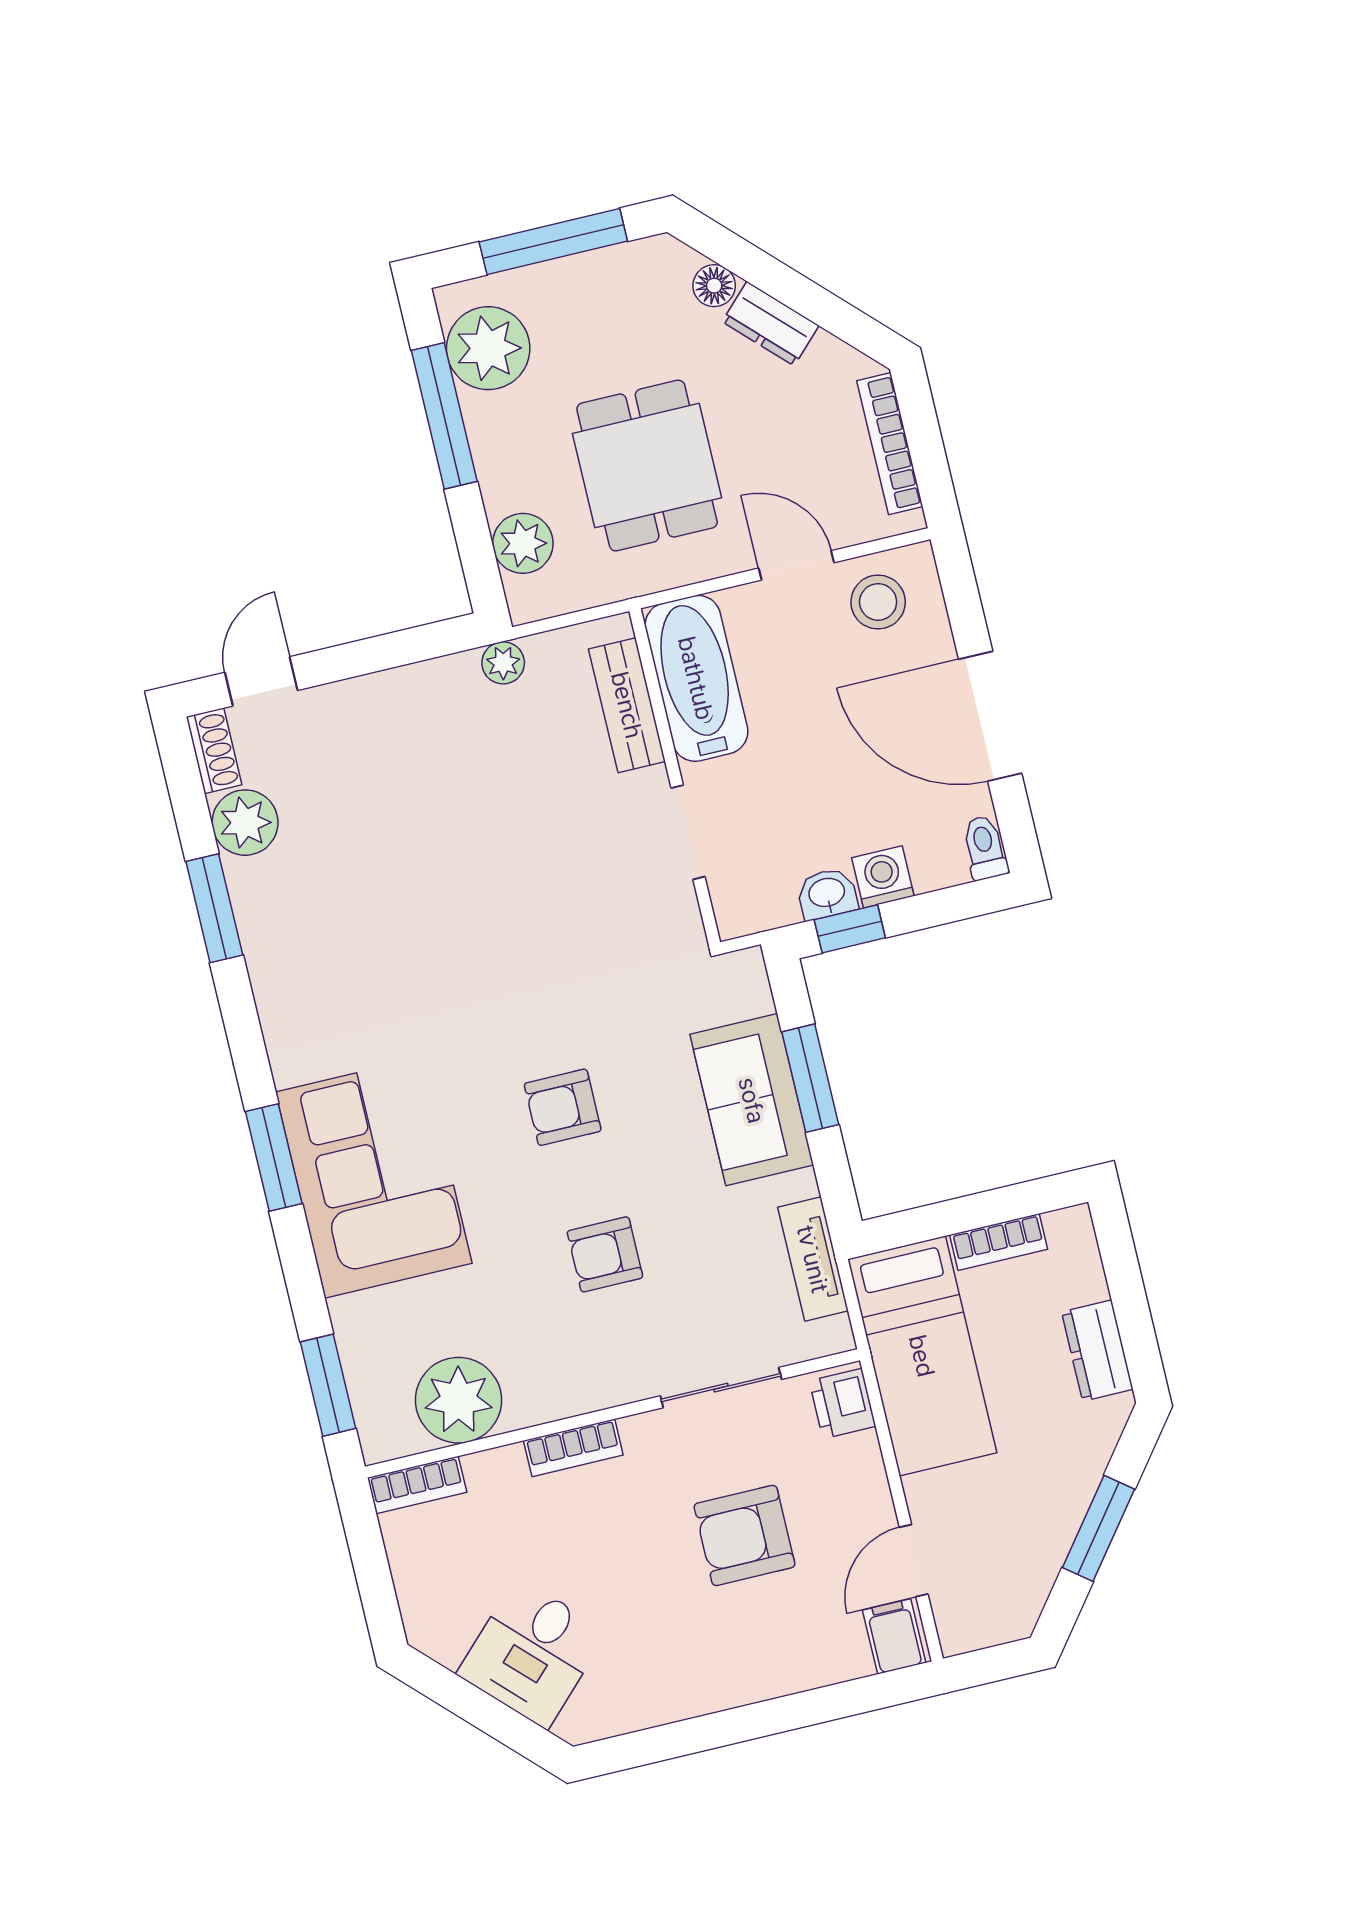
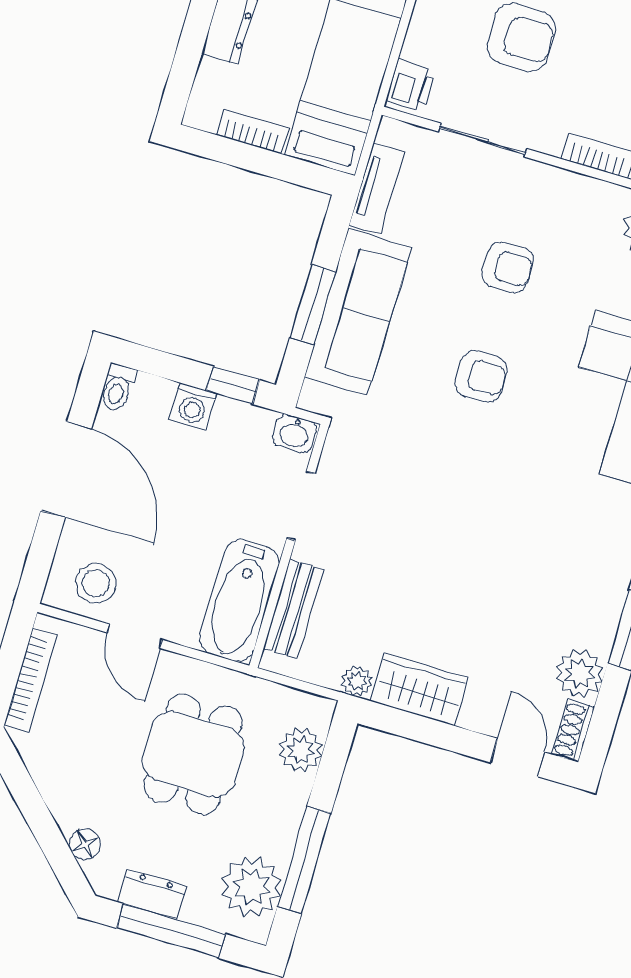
dresser: (771, 324) -> (152, 894), moved, turned -45
door: (261, 681) -> (518, 758), swing flipped
wardrobe: (423, 695) -> (419, 689), added
washbasin: (827, 894) -> (294, 433), moved
sofa: (752, 1100) -> (358, 312), width x1.36

